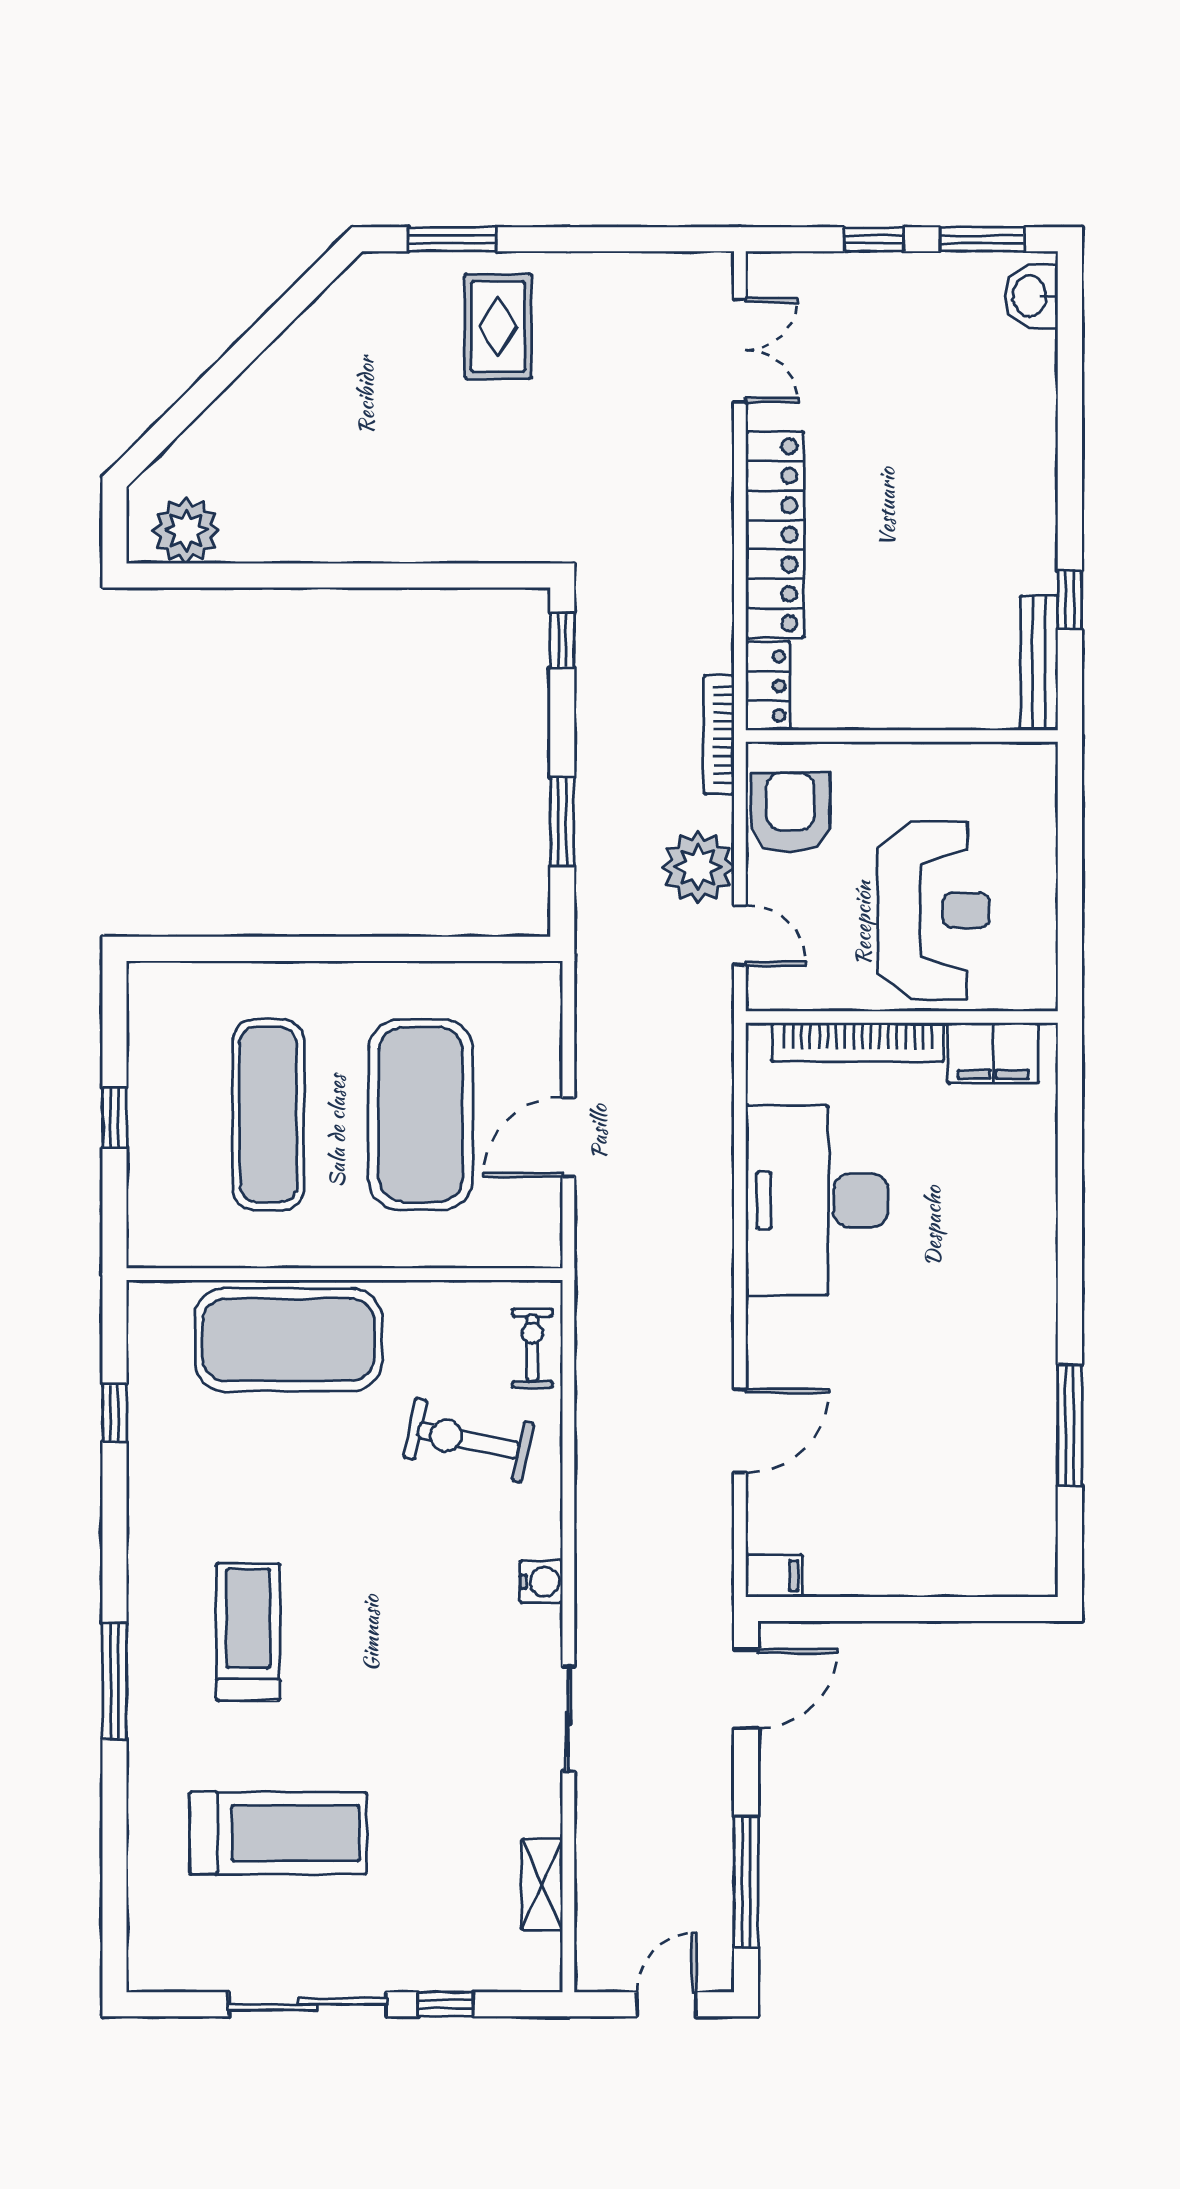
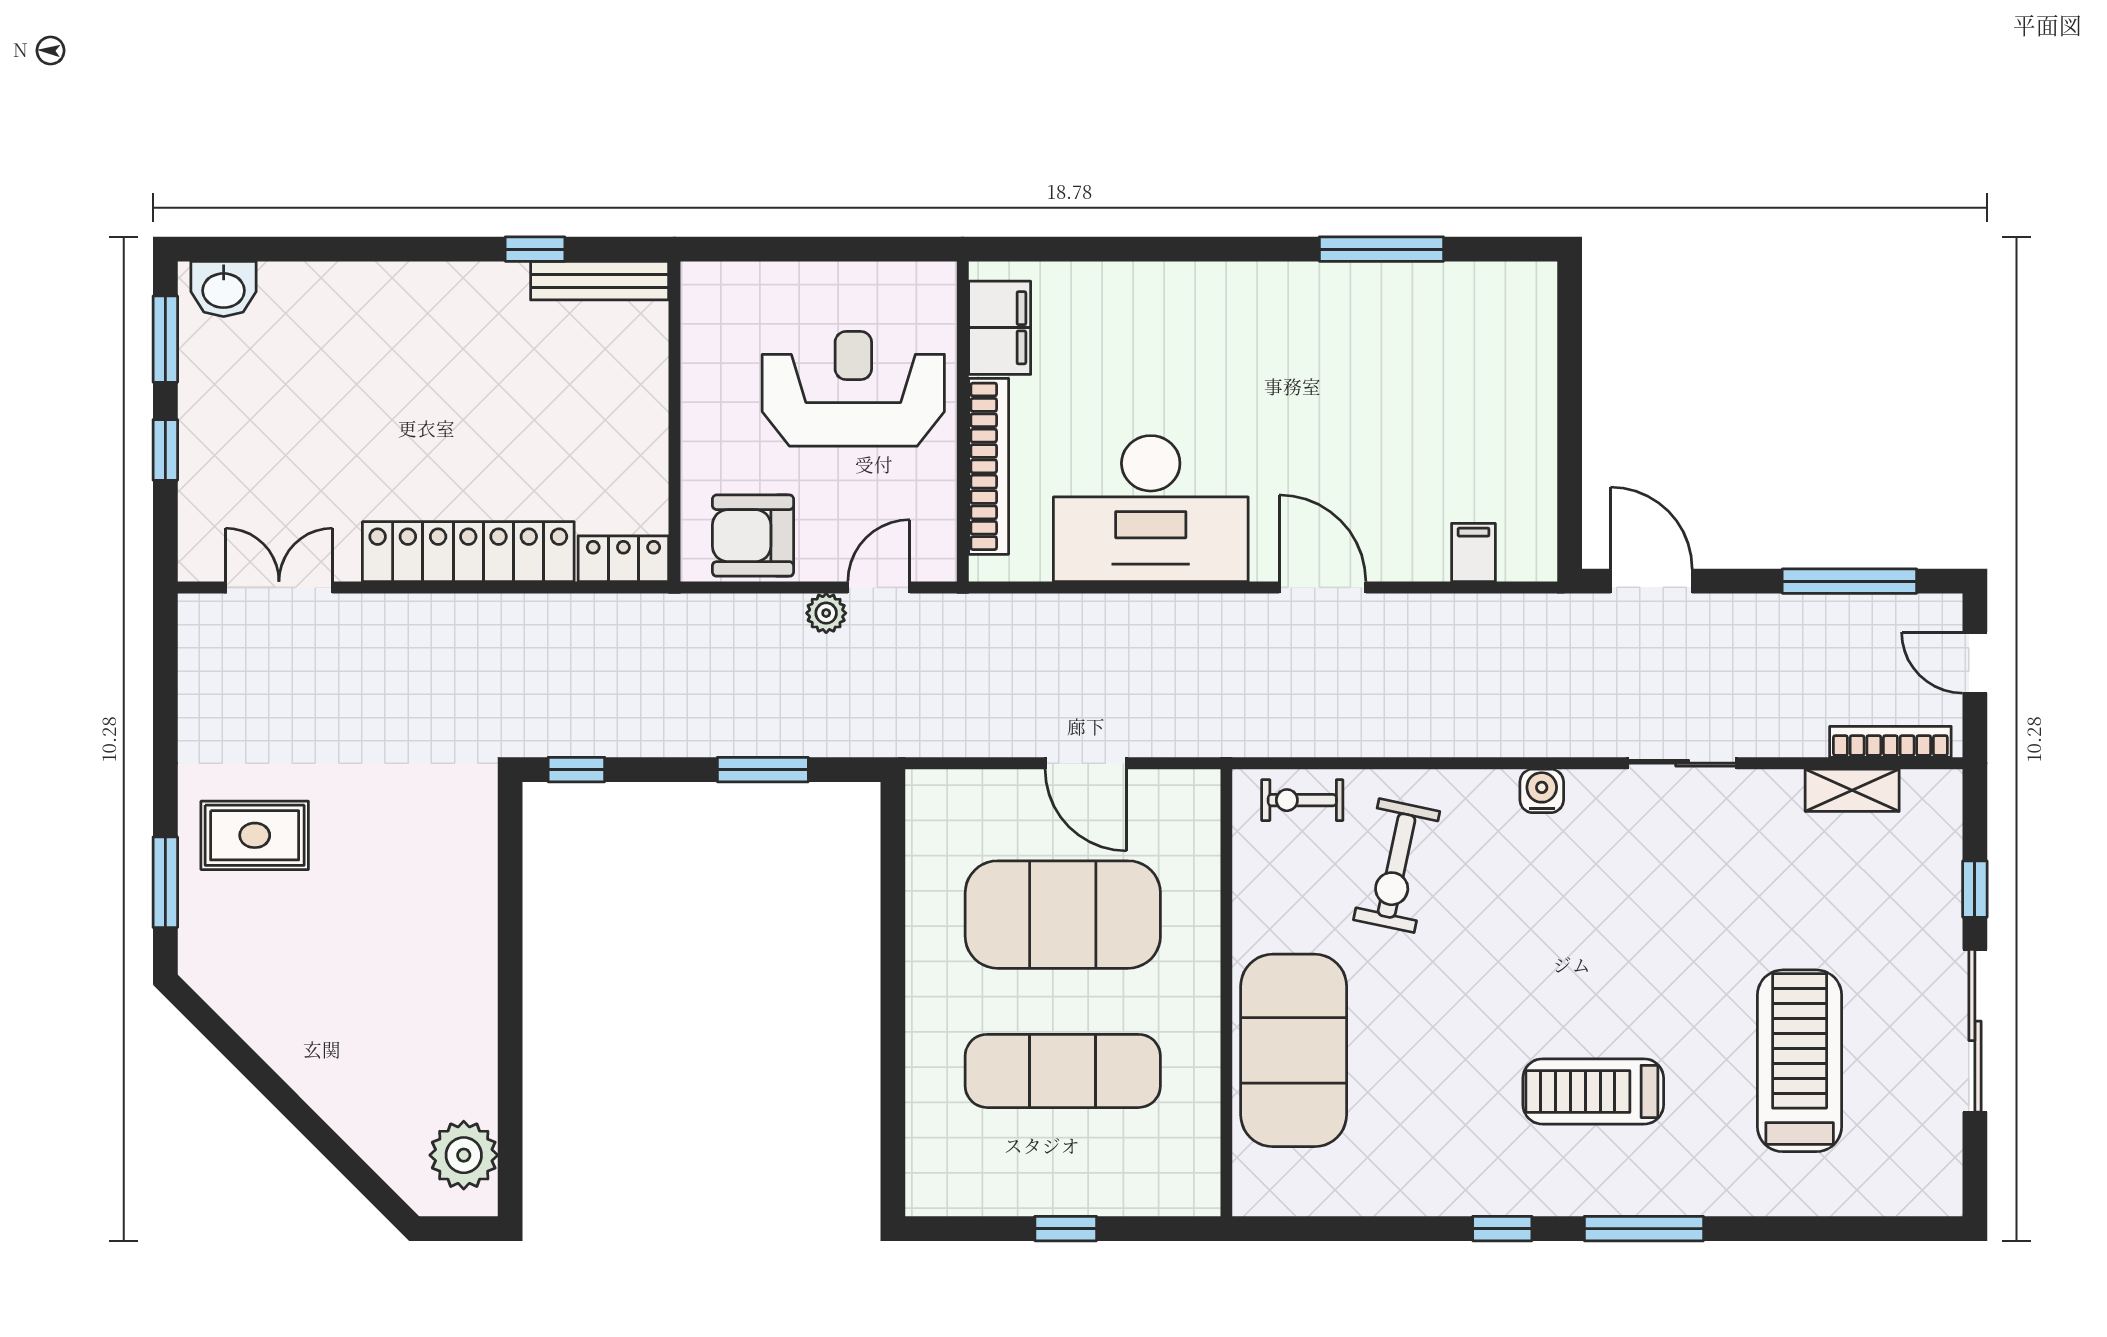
bookcase: (719, 735) -> (1890, 742), moved, turned 180
plant: (698, 867) -> (826, 613), width x0.53, depth x0.53
window: (114, 1413) -> (1502, 1229), moved
door: (740, 1431) -> (1323, 587), moved
filing cabinet: (774, 1576) -> (1473, 552), moved

